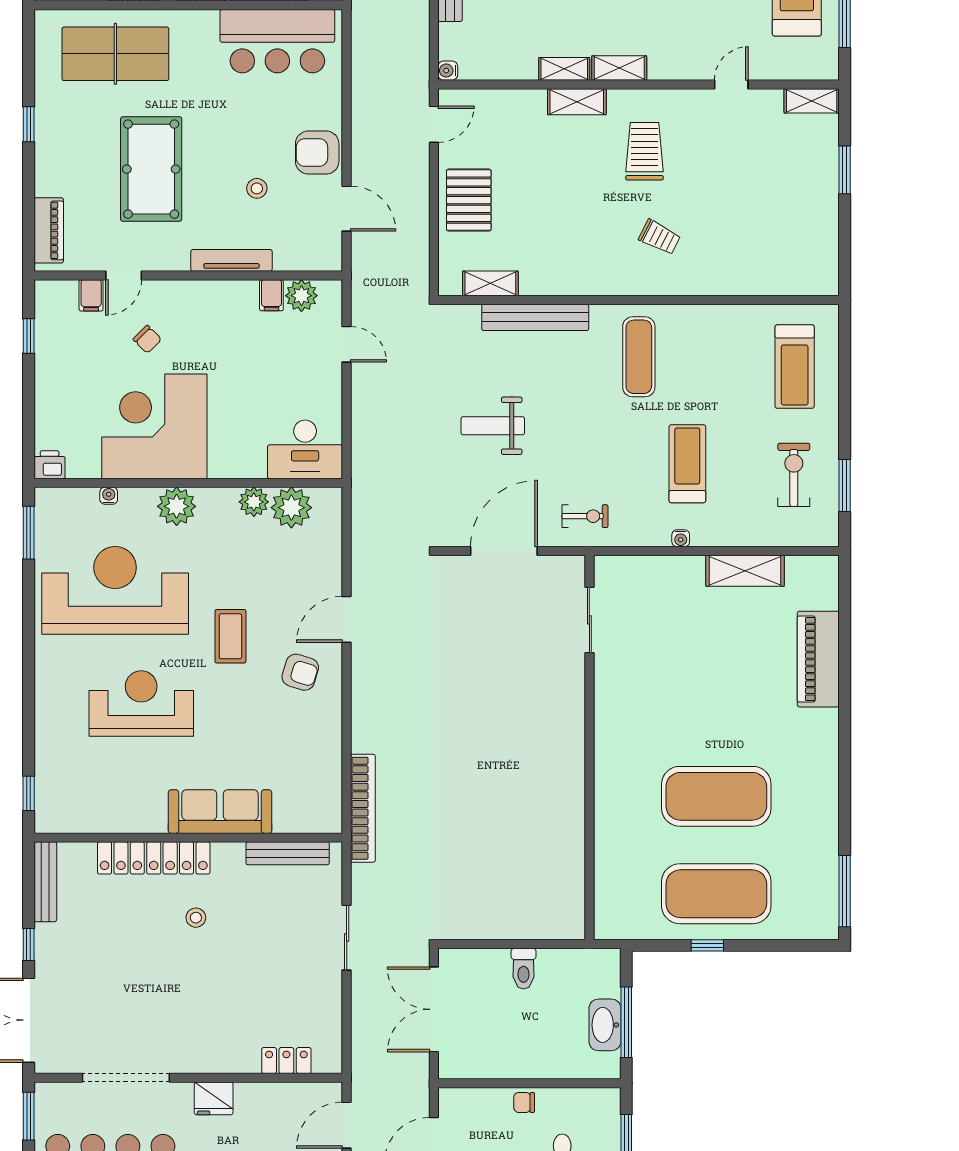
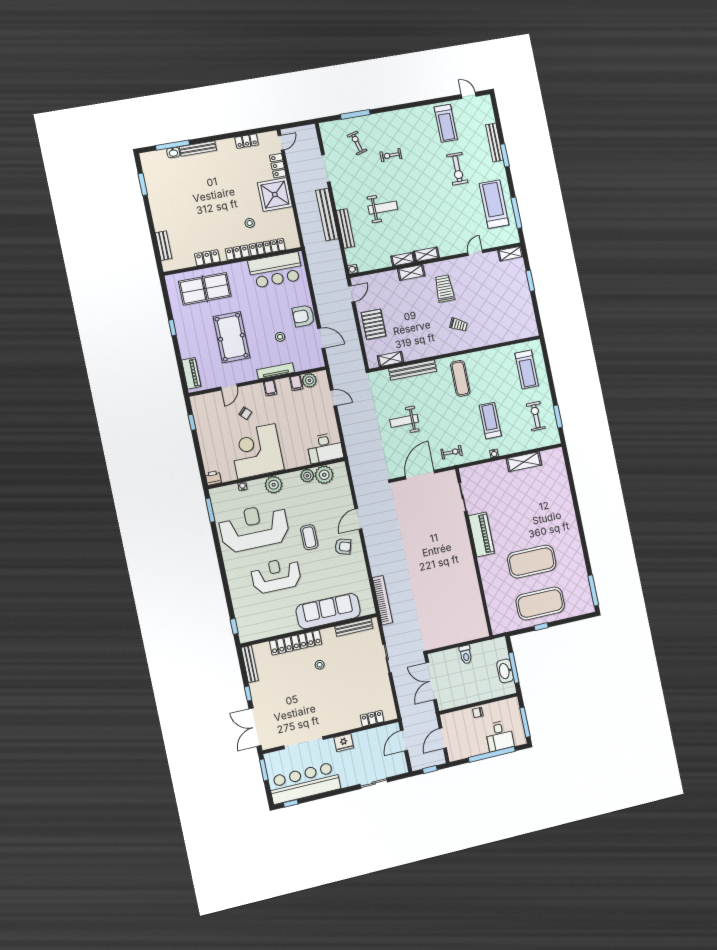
filing cabinet: (91, 295) -> (270, 388), moved
piano: (818, 659) -> (481, 534), moved, turned 180
sofa: (220, 812) -> (328, 611), width x1.36, depth x1.27

